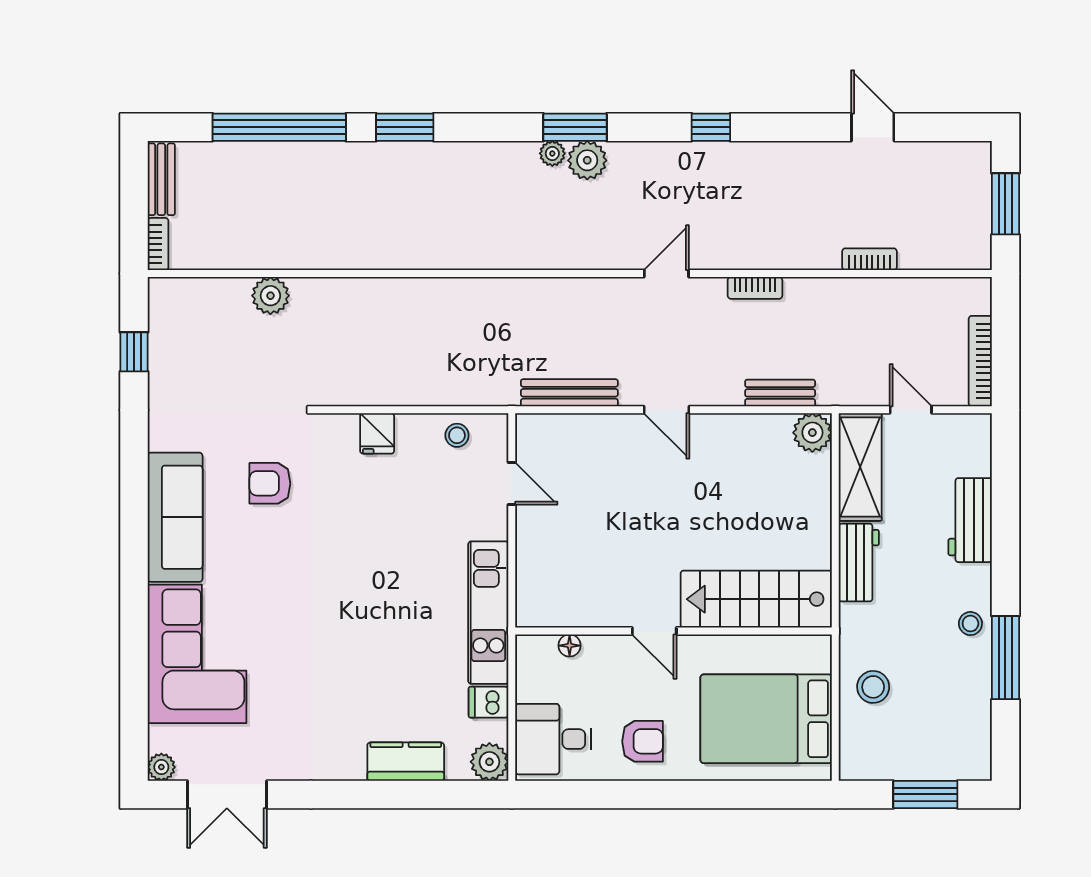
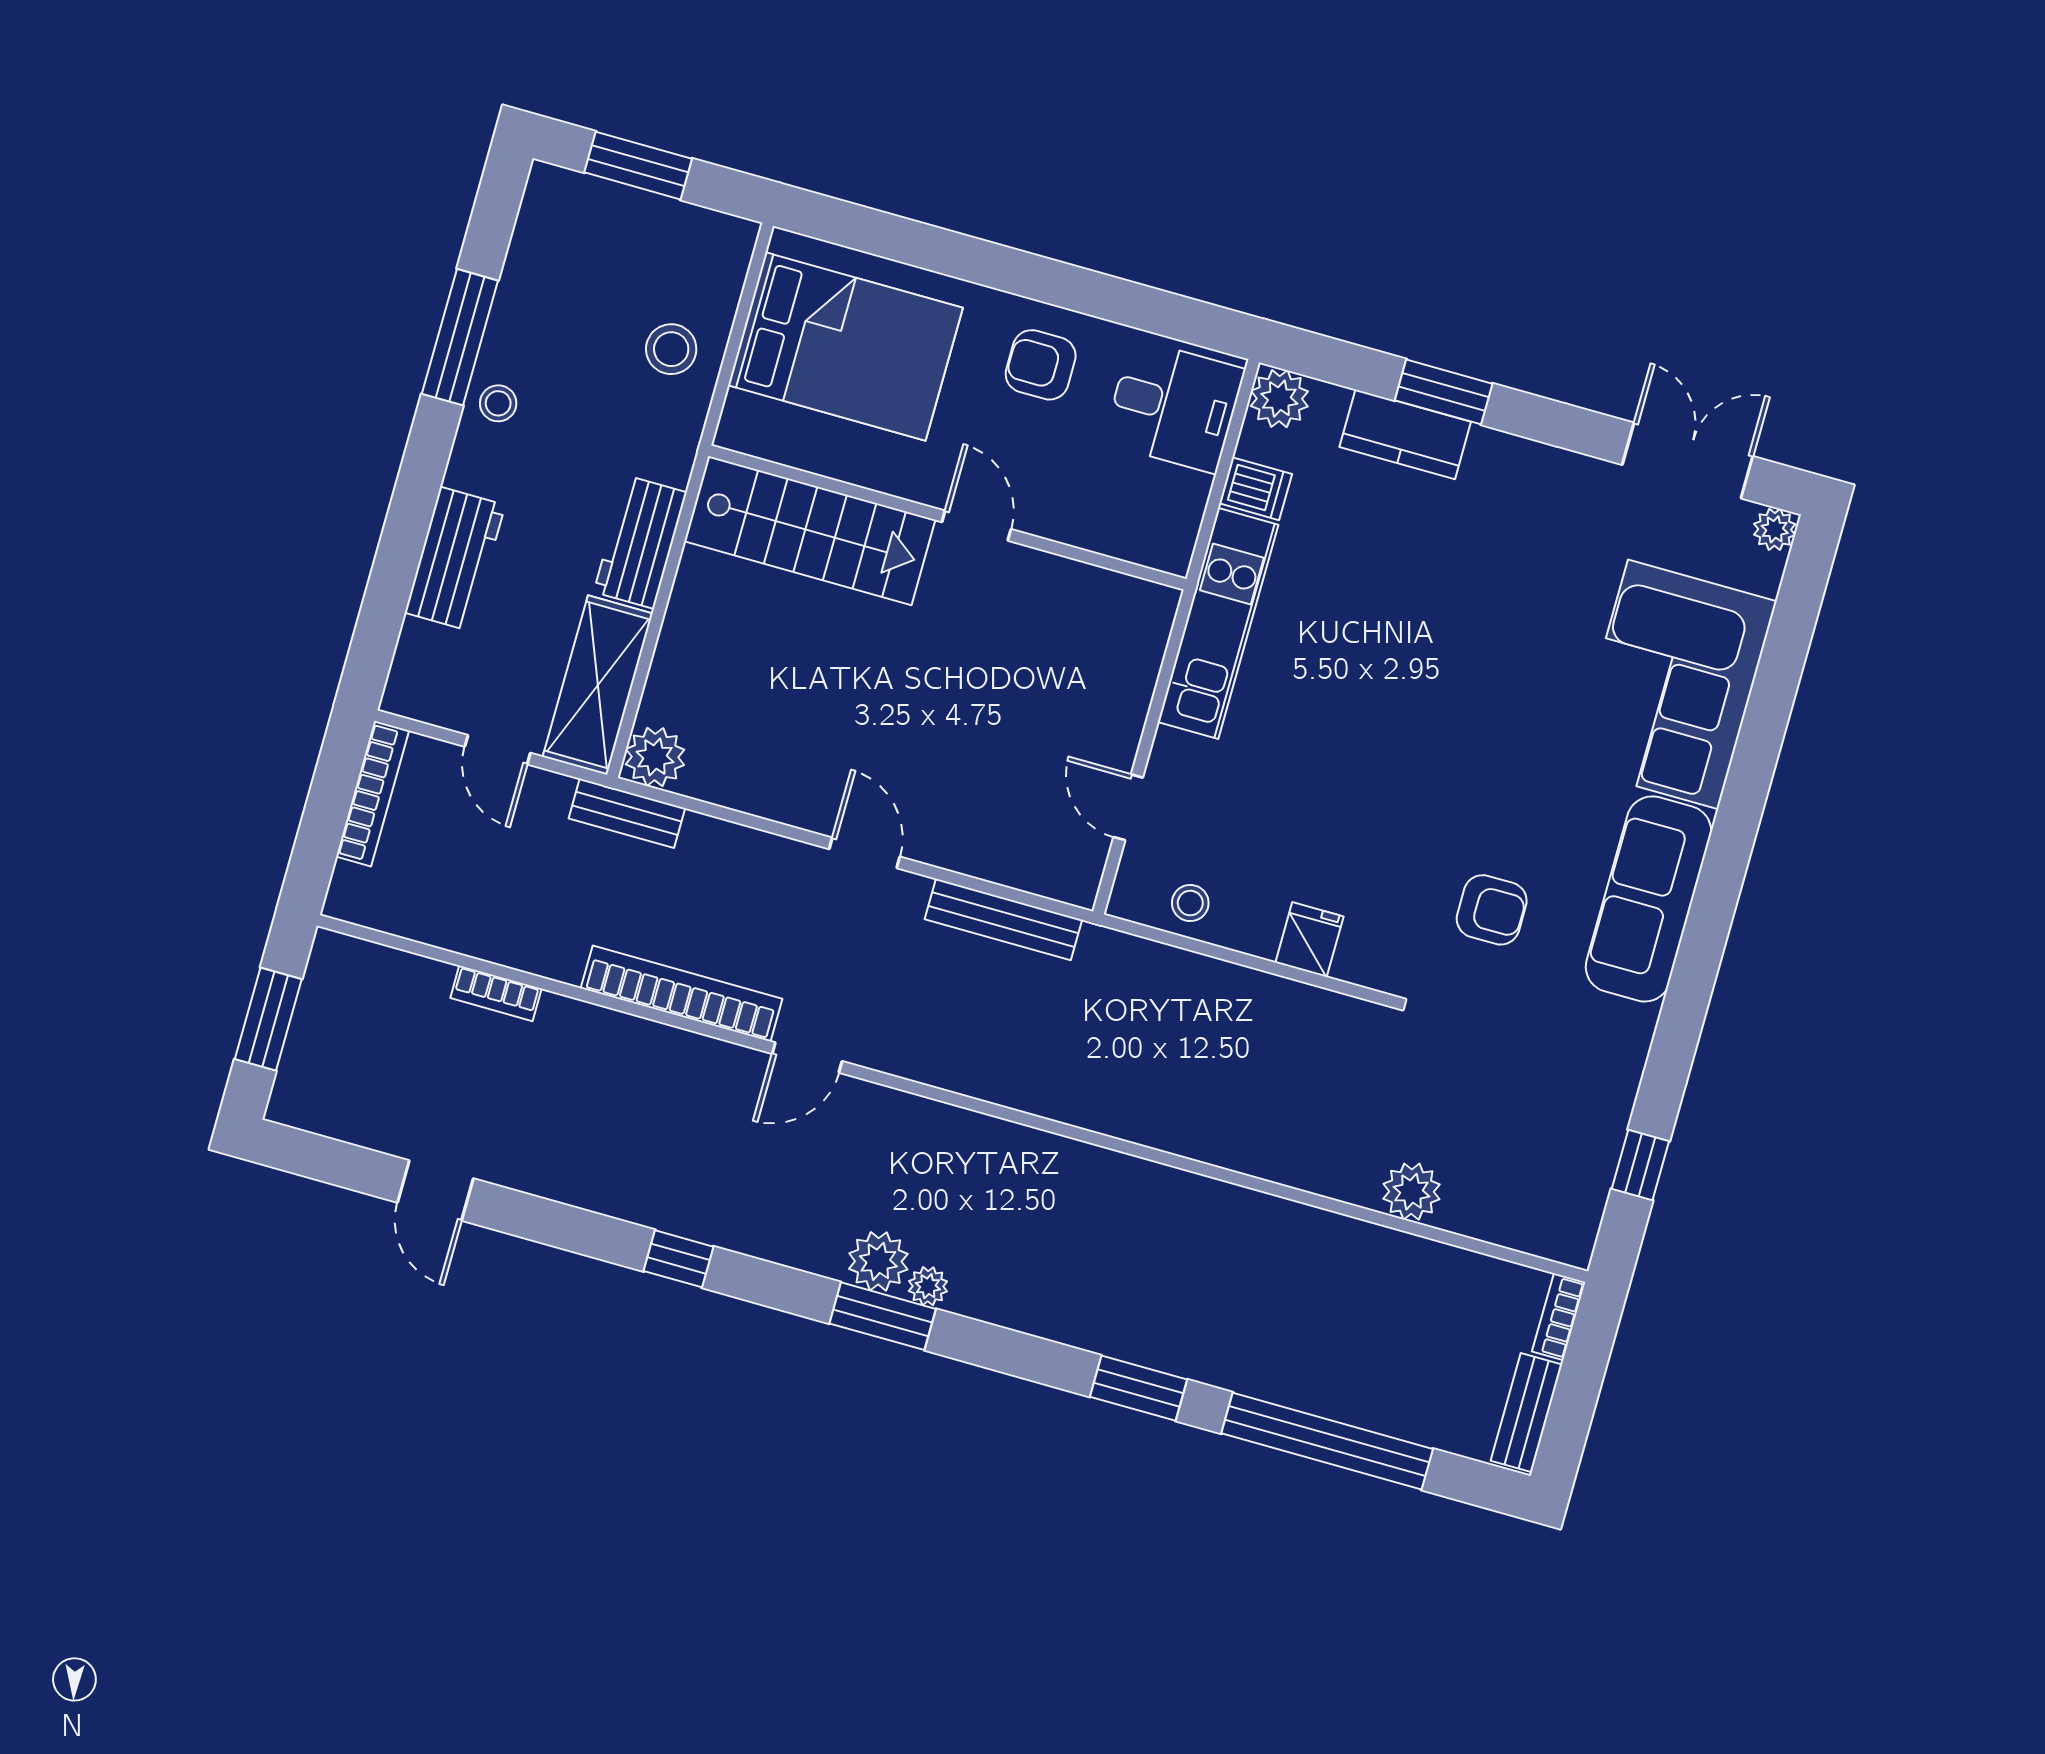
bookcase: (755, 288) -> (682, 994), width x2.31, depth x1.31
bench: (780, 393) -> (627, 813), moved
floor lamp: (570, 646) -> (1110, 540), removed
window: (389, 794) -> (1444, 392), added

